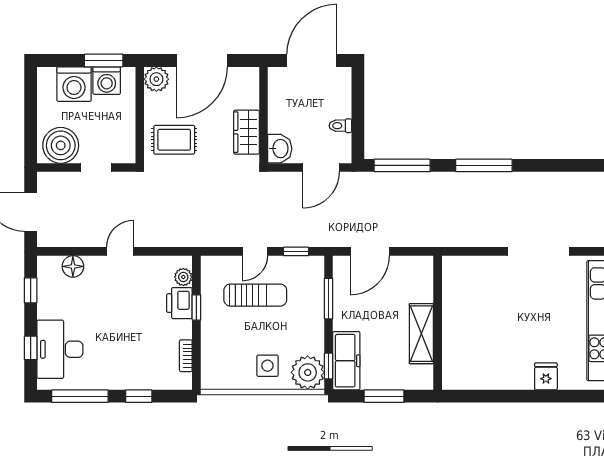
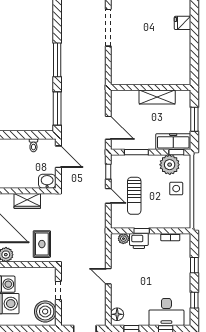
wardrobe: (247, 132) -> (27, 201), moved
floor lamp: (73, 266) -> (117, 314), moved
sun lounger: (255, 295) -> (134, 196), turned 180
plant: (308, 372) -> (170, 165), moved
window: (80, 396) -> (194, 300), width x0.46

